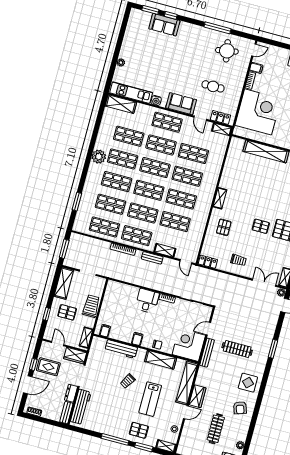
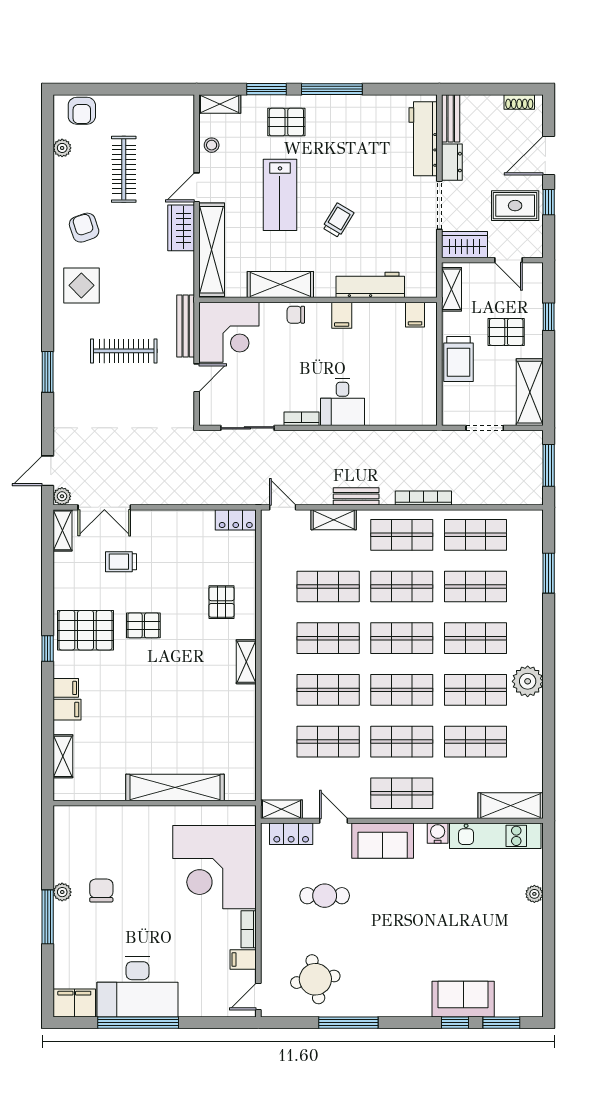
trolley: (238, 260) -> (121, 562), moved
lab bench: (150, 399) -> (280, 195), turned 180

